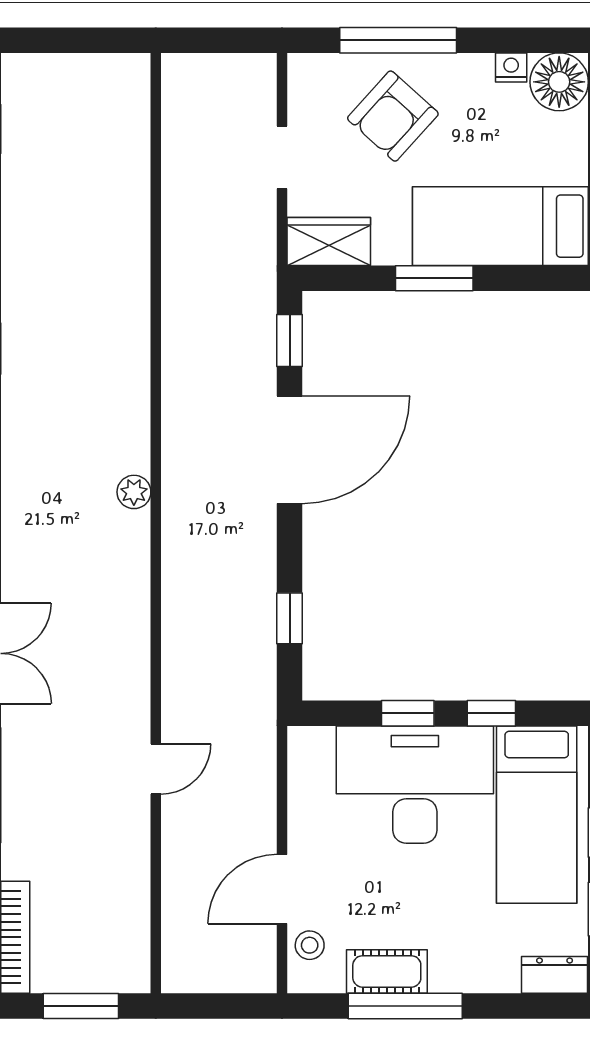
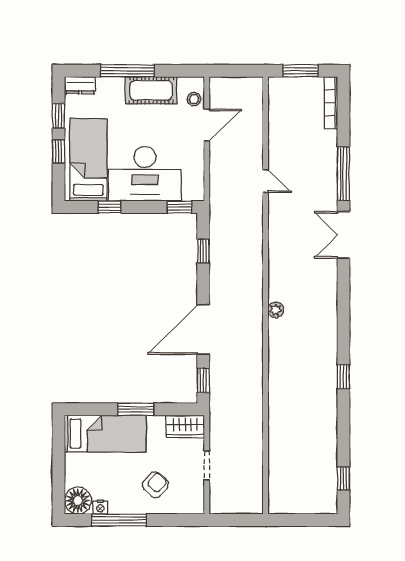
window: (398, 40) -> (119, 520), moved
armchair: (393, 116) -> (155, 485), width x0.72, depth x0.72
window: (408, 713) -> (179, 207), moved
door: (156, 769) -> (266, 181), swing flipped
cot: (387, 971) -> (151, 90), width x1.37, depth x1.34
window: (405, 1006) -> (127, 71), moved

